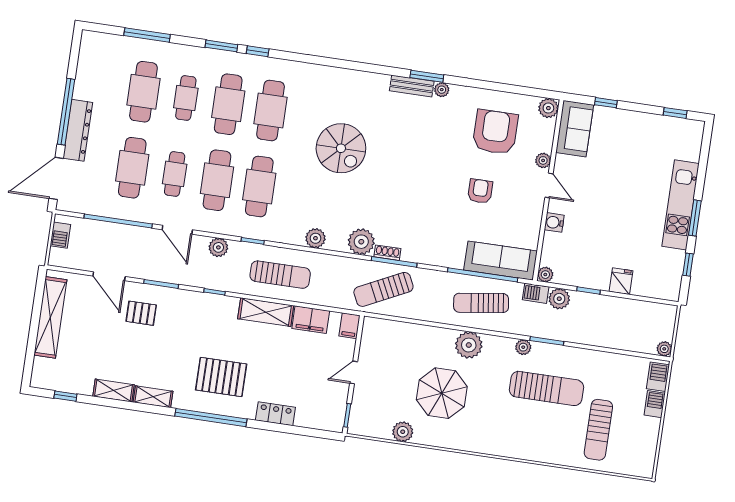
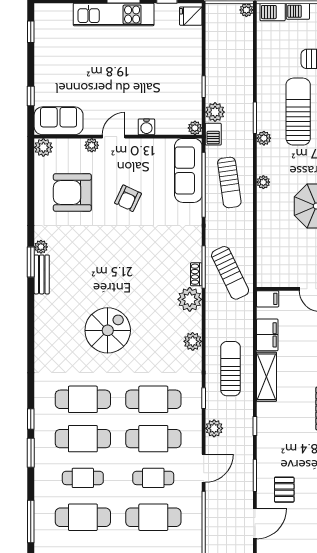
armchair: (480, 191) -> (128, 198), turned -65
fridge: (621, 281) -> (191, 16), moved
plant: (469, 345) -> (263, 182), width x0.53, depth x0.53

